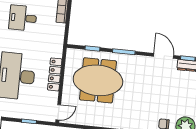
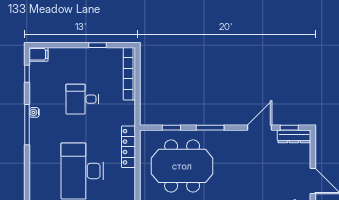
door: (164, 56) -> (259, 128), hinge flipped
locker: (55, 74) -> (128, 147), moved

